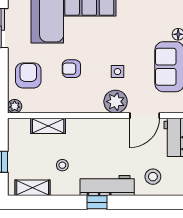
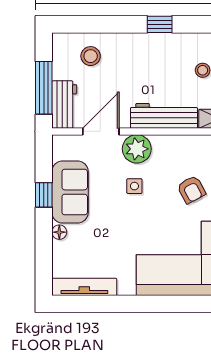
armchair: (71, 69) -> (191, 190), turned 62
workbench: (107, 186) -> (164, 116), moved, turned 180

